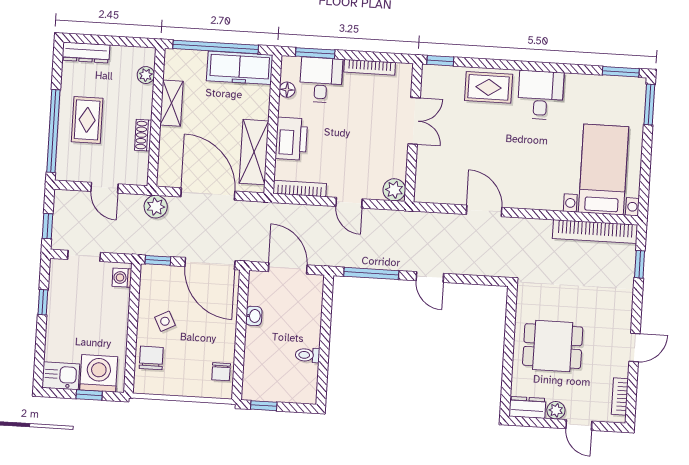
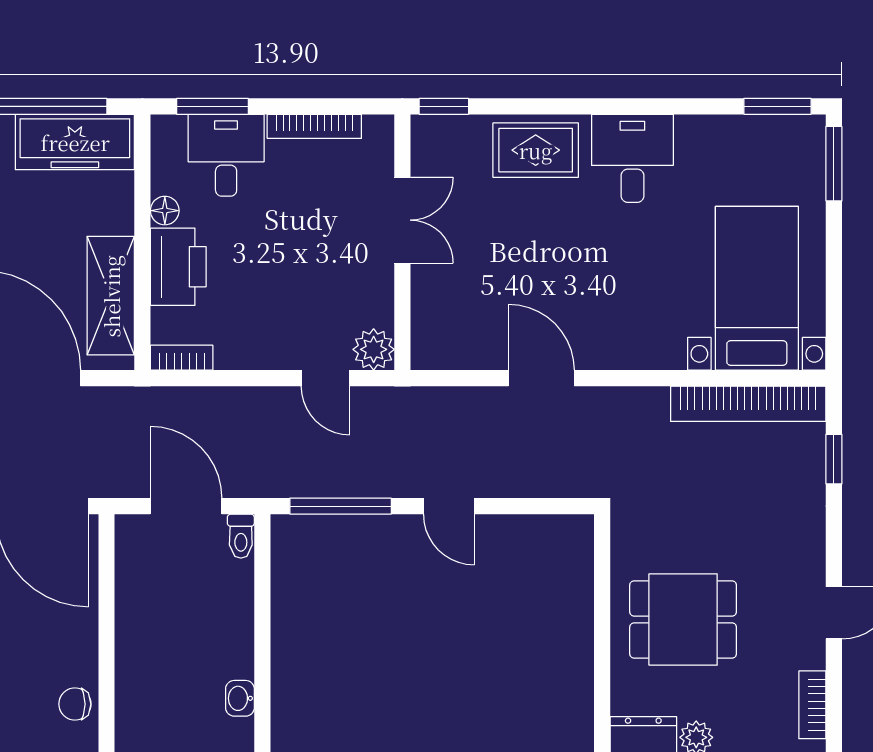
floor lamp: (287, 90) -> (165, 211), moved
bookcase: (300, 189) -> (182, 358), width x0.64
door: (349, 203) -> (326, 378), moved
washbasin: (254, 316) -> (240, 698), moved, turned 180
toilet: (308, 355) -> (241, 536), moved, turned -90
chair: (221, 372) -> (75, 704), turned 90

